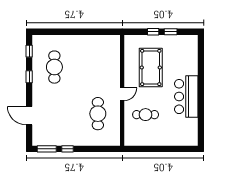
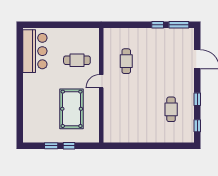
cafe table: (54, 67) -> (171, 109), width x0.73, depth x0.74
bar counter: (186, 97) -> (35, 51), moved
cafe table: (98, 114) -> (126, 61), width x0.73, depth x0.74

